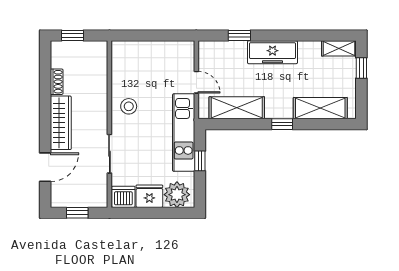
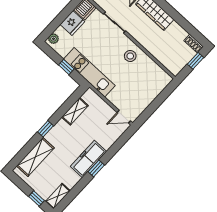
window: (239, 35) -> (96, 168), moved
shoe rack: (57, 82) -> (194, 44), moved
door: (196, 82) -> (124, 117), moved
shelving: (237, 108) -> (75, 111), width x0.67, depth x0.75
plant: (177, 195) -> (53, 39), width x0.53, depth x0.53

